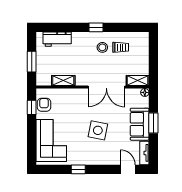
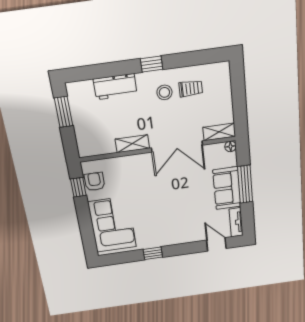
workbench: (57, 39) -> (115, 87), moved
window: (32, 62) -> (63, 112), moved
shelving: (63, 80) -> (132, 144), moved
window: (153, 123) -> (245, 184), width x1.44
side table: (98, 130) -> (172, 204), removed

